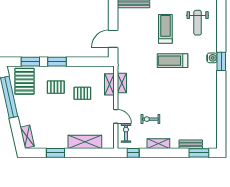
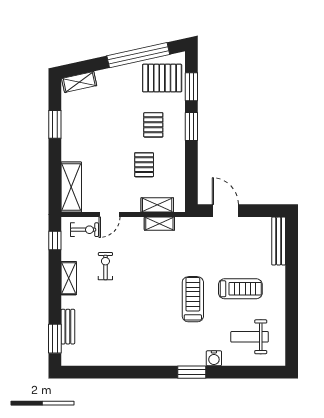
water cooler: (212, 58) -> (214, 358), moved
shelving: (85, 142) -> (71, 187), moved

